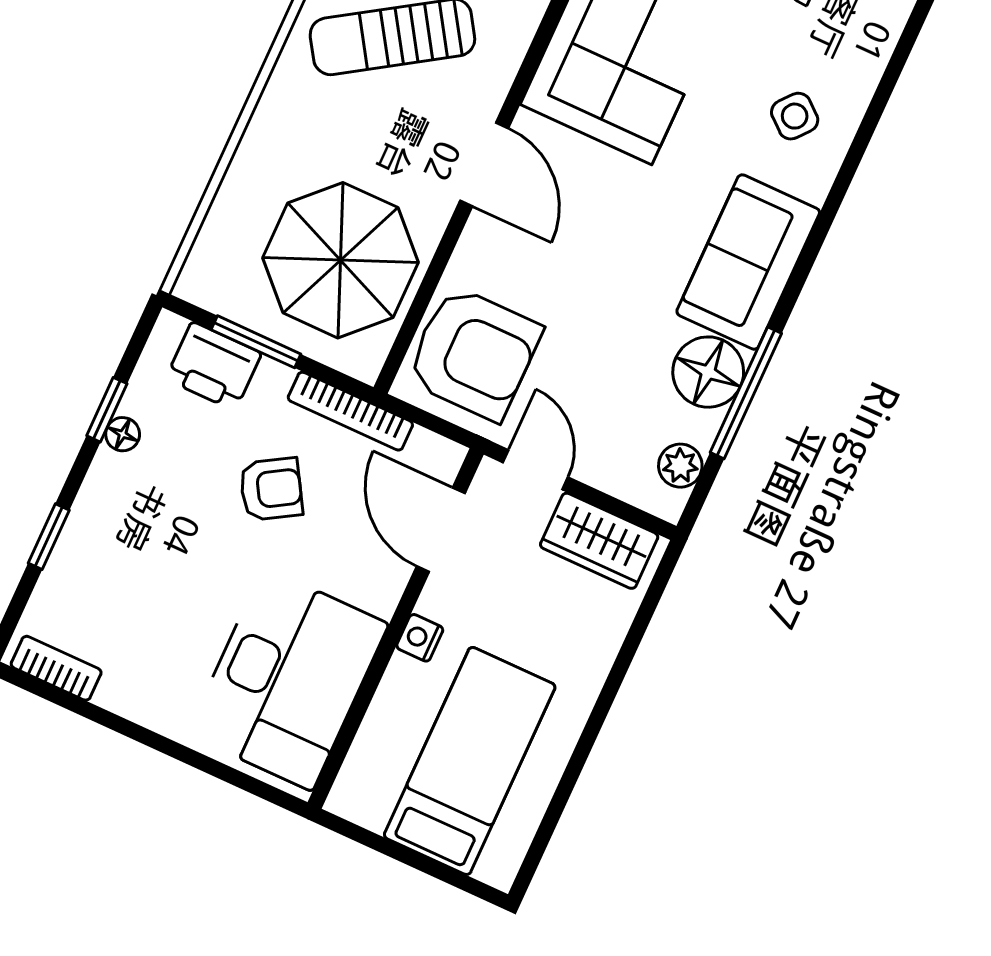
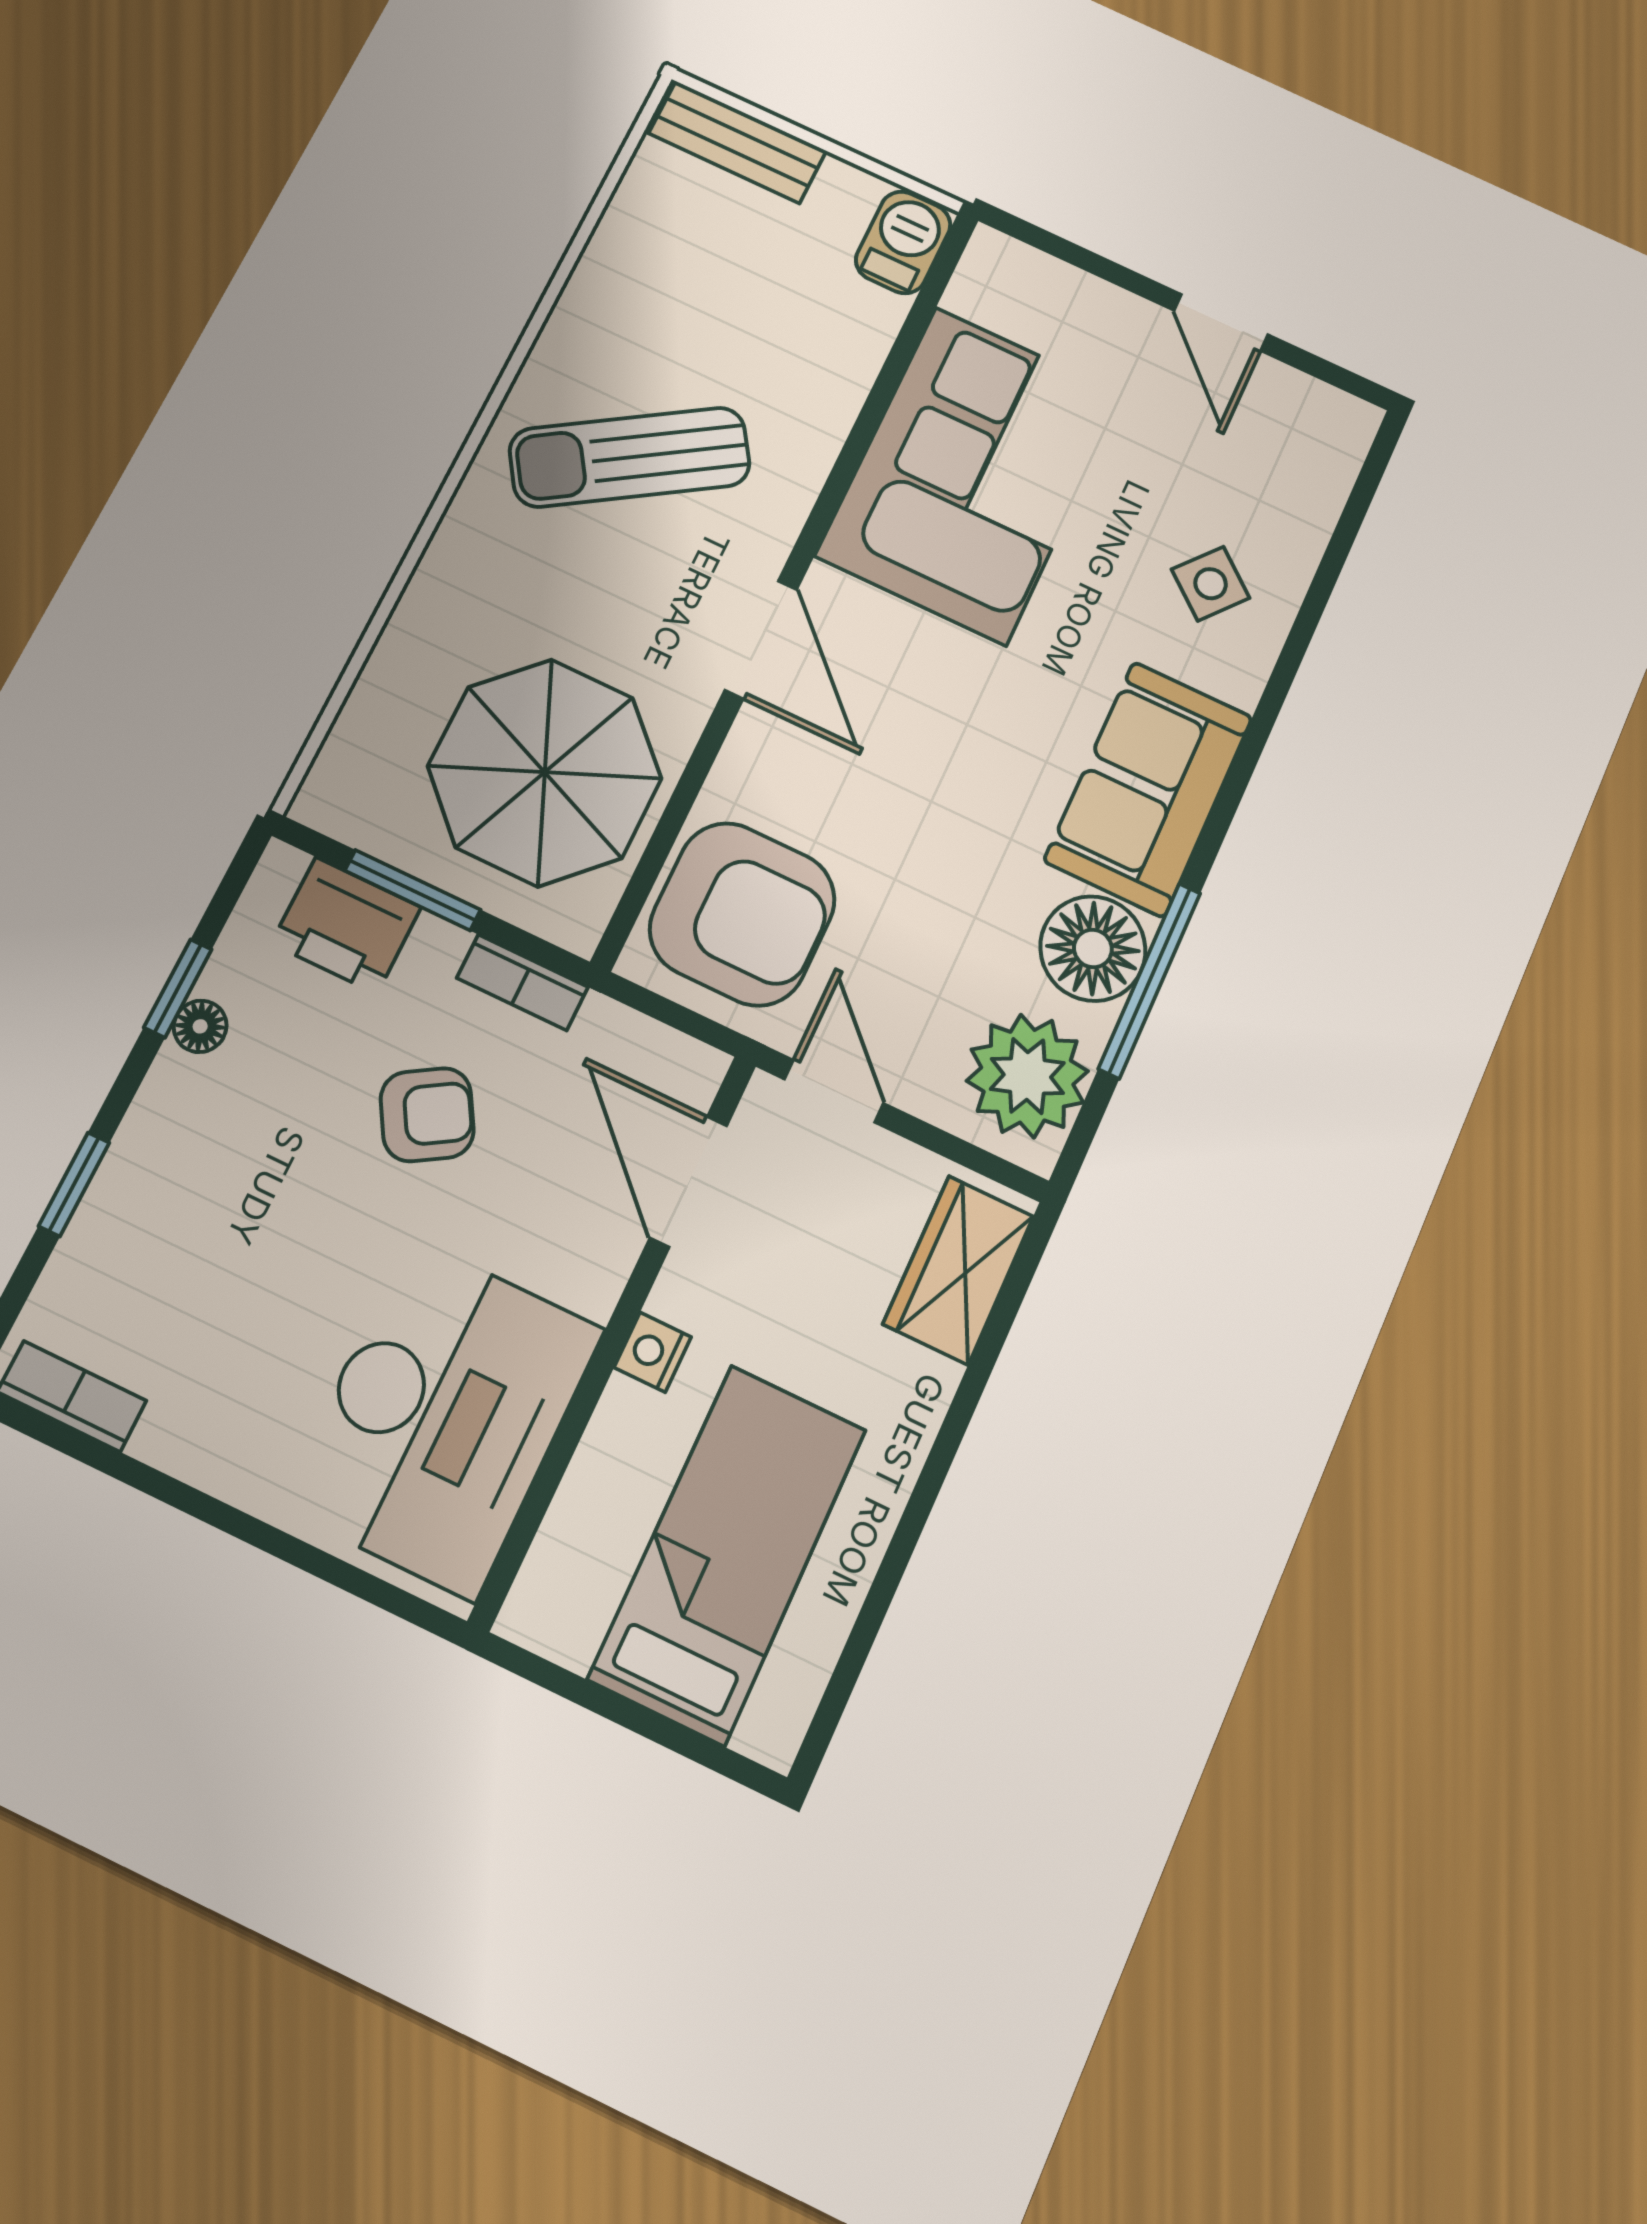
bookcase: (350, 411) -> (522, 982), width x0.64
plant: (680, 466) -> (1027, 1076), width x1.88, depth x1.88
wardrobe: (599, 541) -> (958, 1270), moved, turned 90

